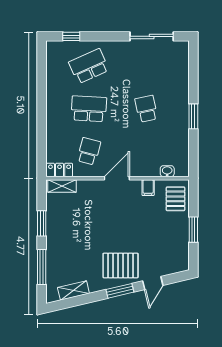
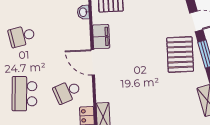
school desk: (89, 151) -> (67, 92), turned -36
filing cabinet: (148, 188) -> (101, 37), width x2.00

